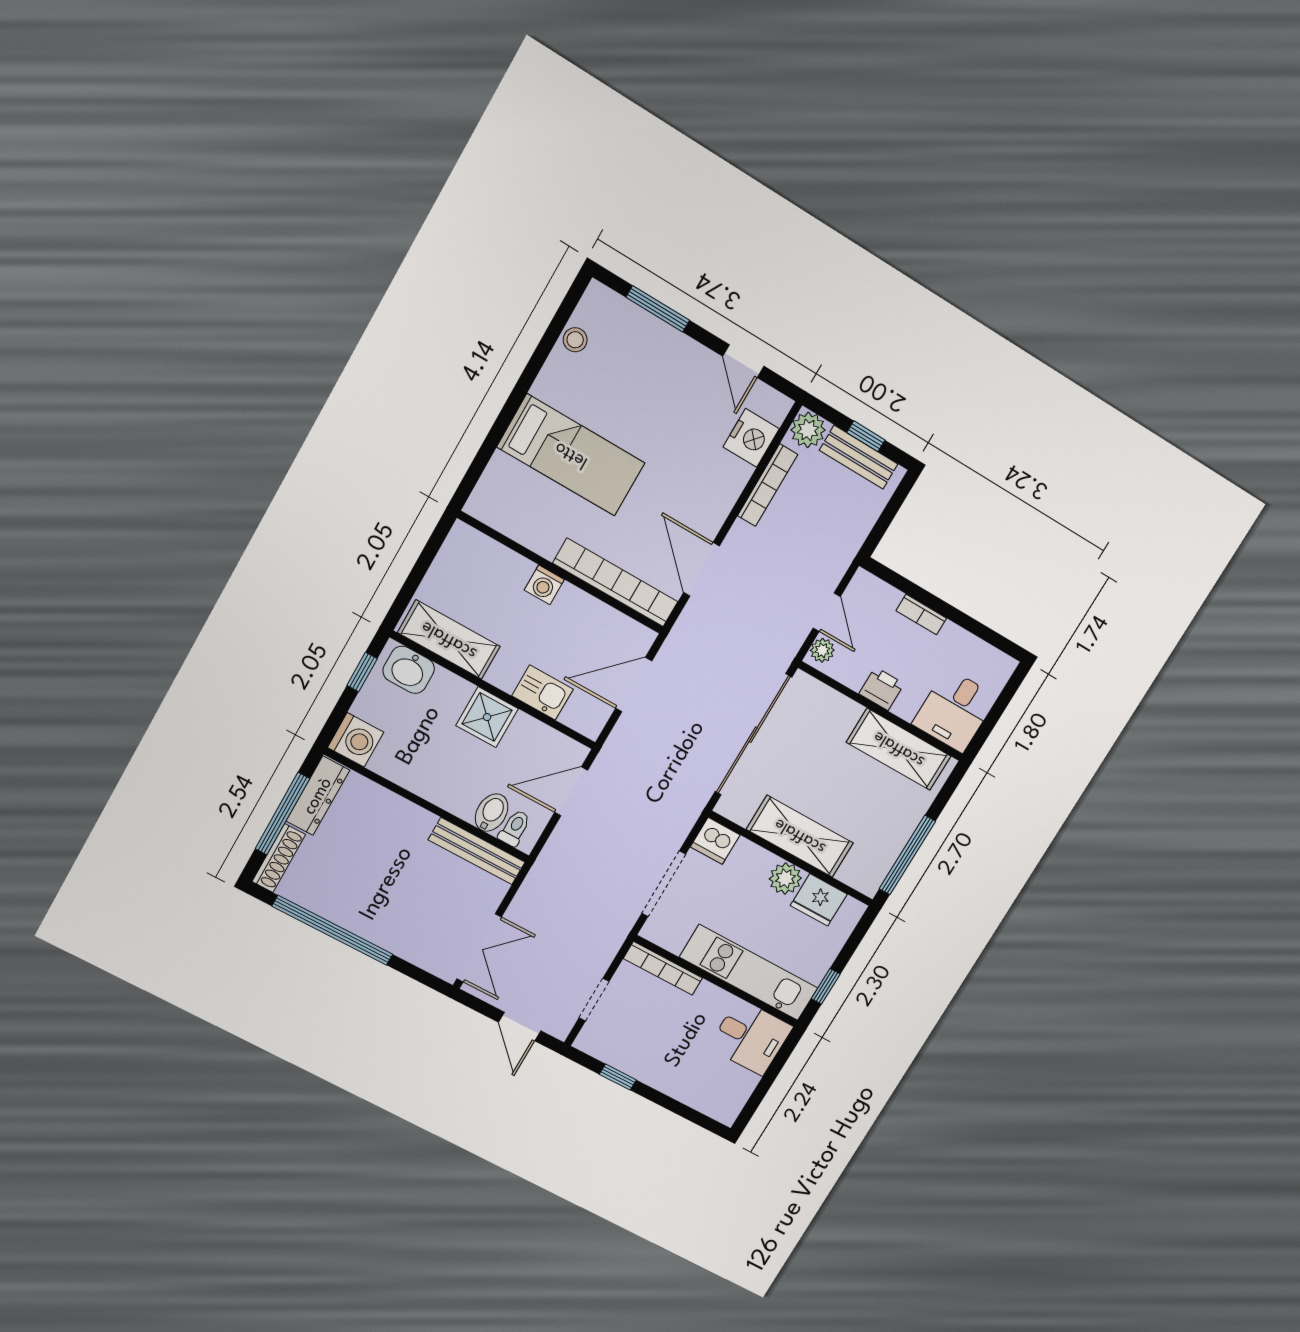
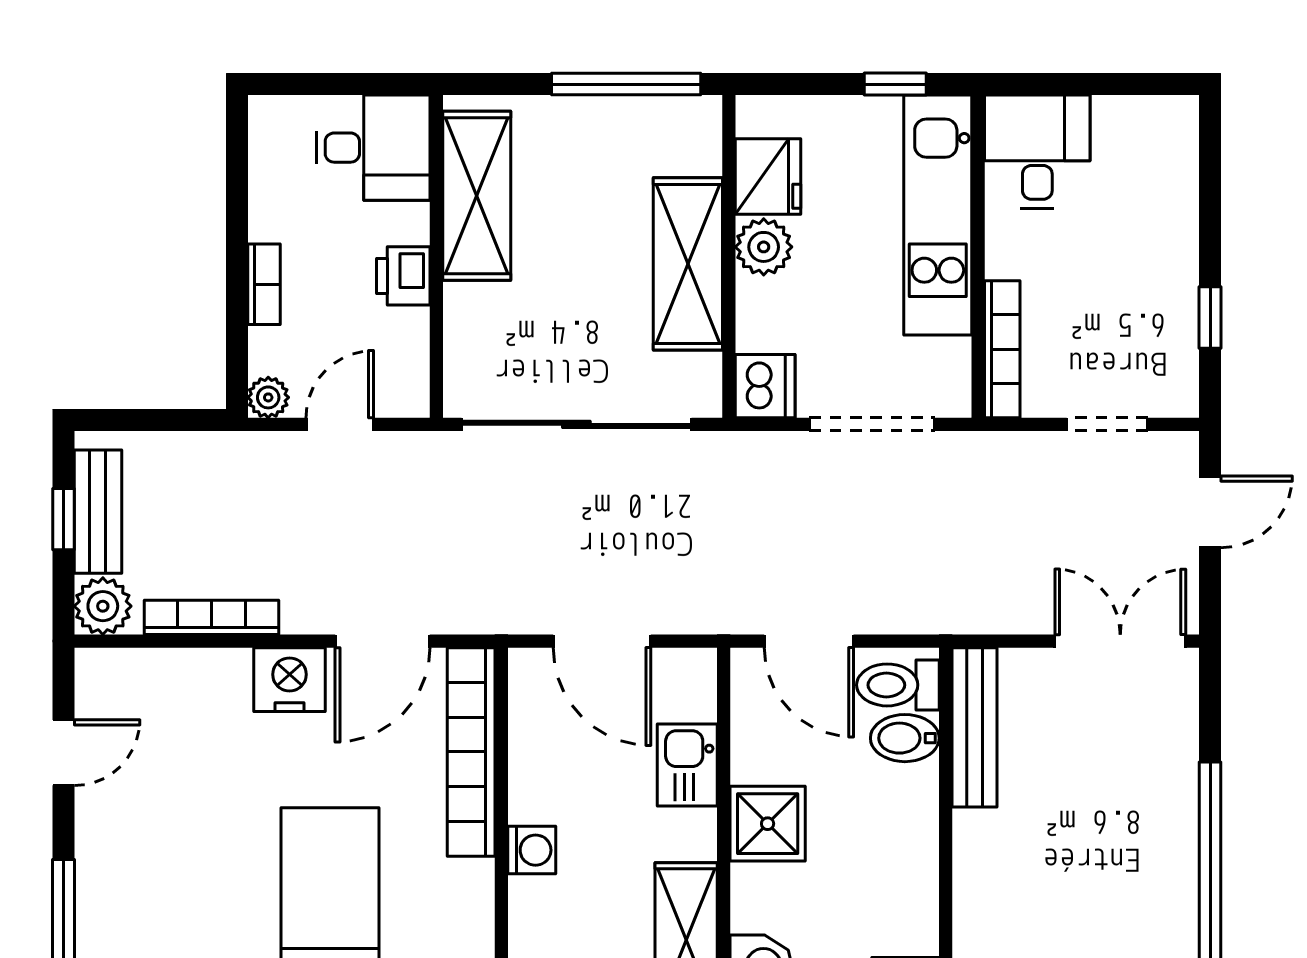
nightstand: (751, 438) -> (290, 680), moved
plant: (822, 650) -> (268, 397), moved
toilet: (515, 828) -> (898, 685), width x1.37, depth x1.39

